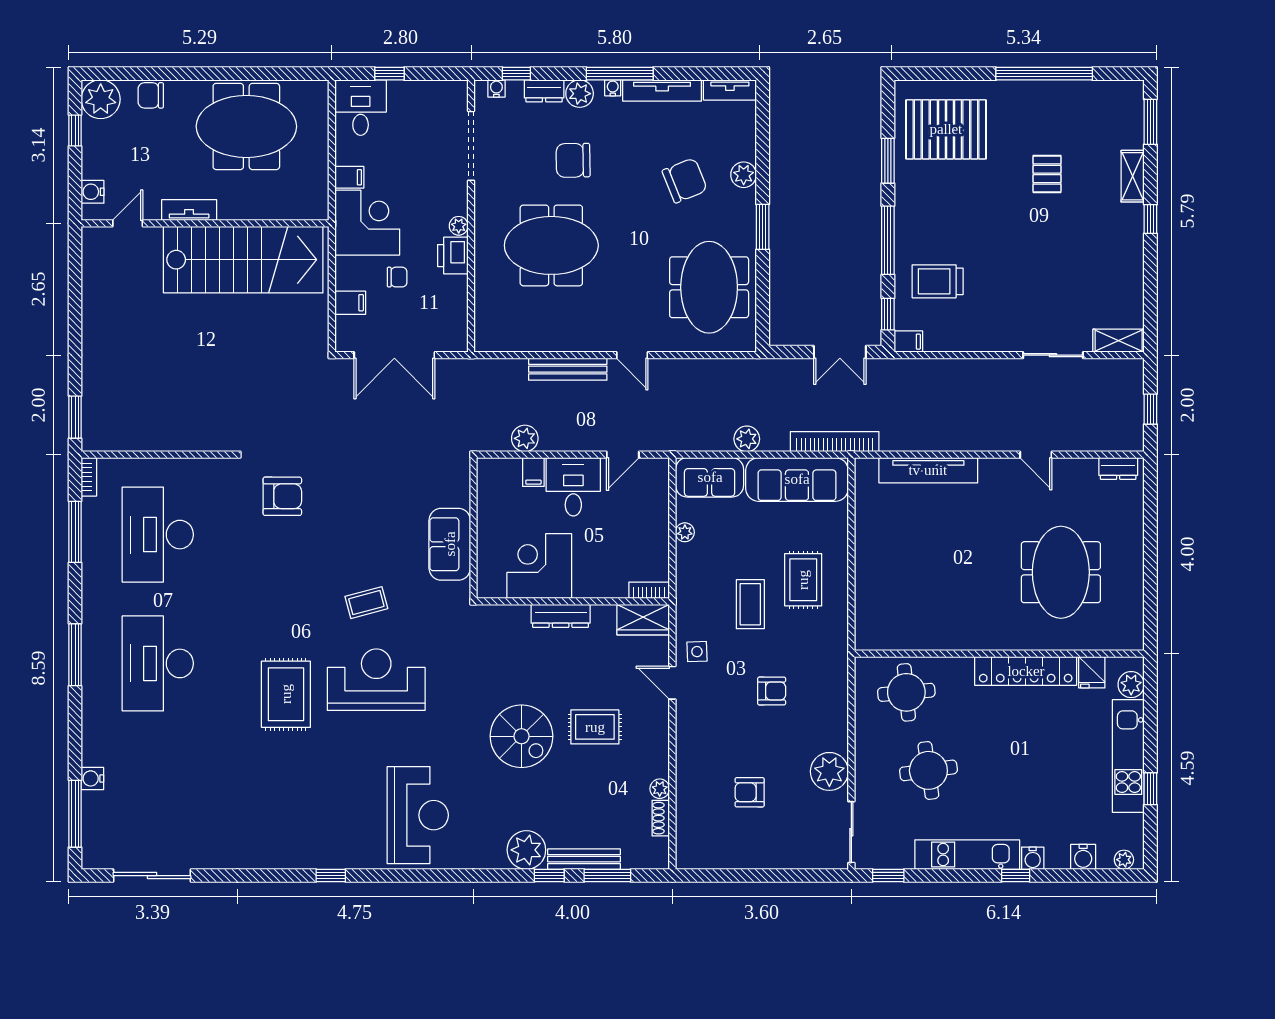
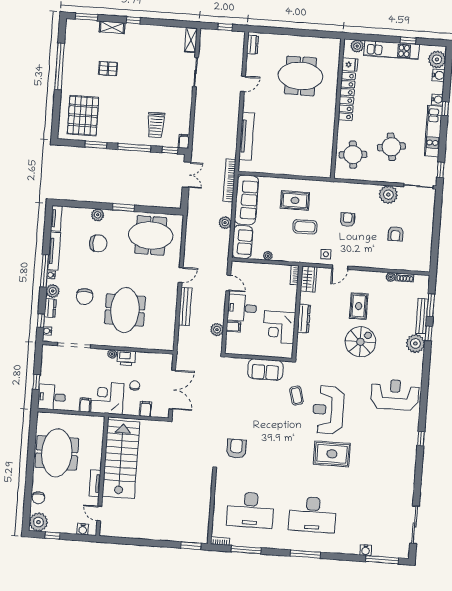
chair: (685, 180) -> (98, 243), turned 112
coffee table: (366, 603) -> (296, 396), moved
plant: (1124, 860) -> (437, 59), width x1.88, depth x1.88

